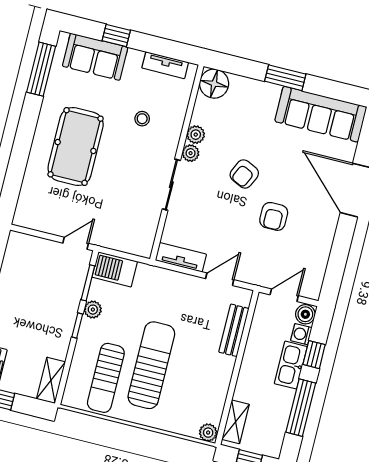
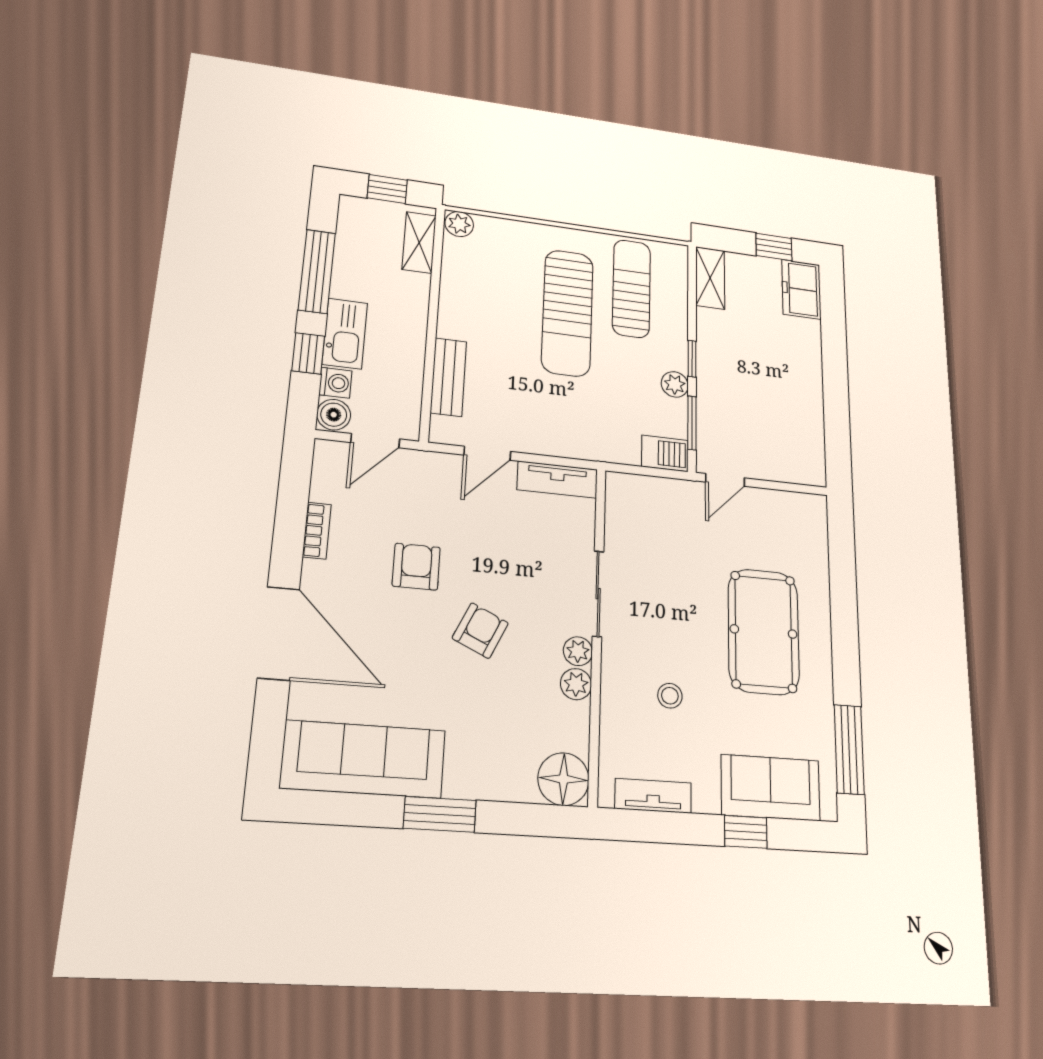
bookcase: (326, 246) -> (317, 531), added
barbecue: (115, 269) -> (665, 453), width x0.73, depth x0.79

